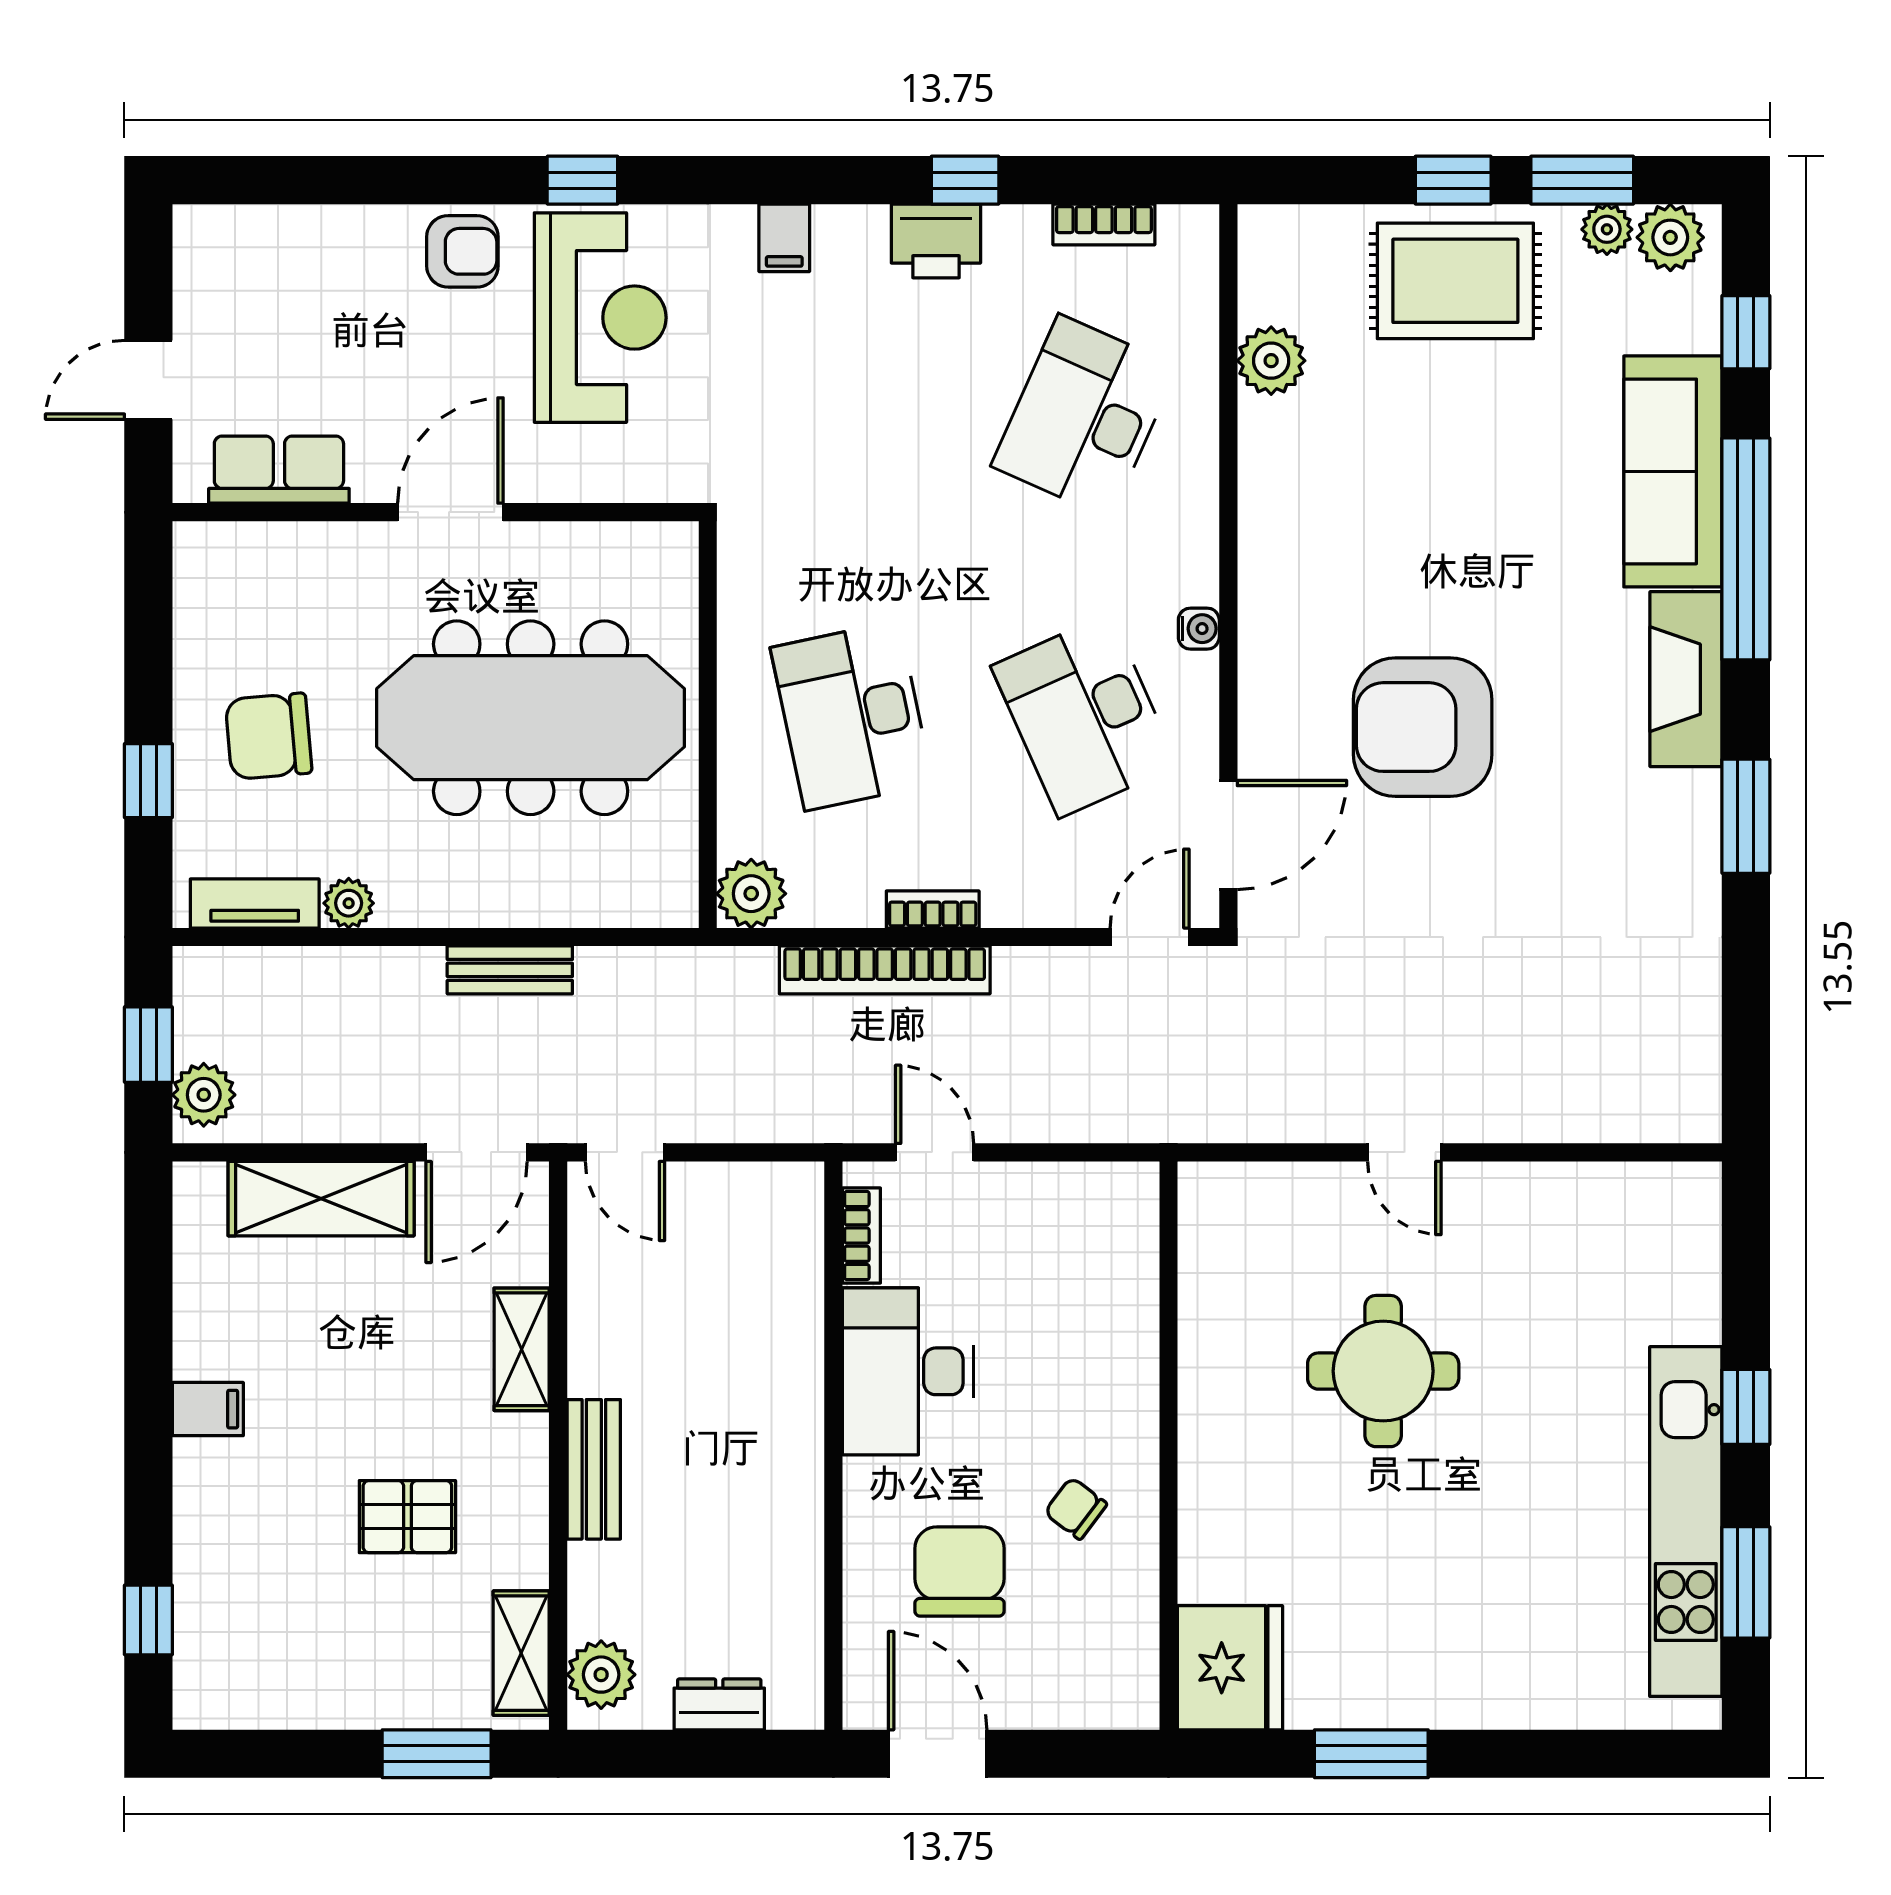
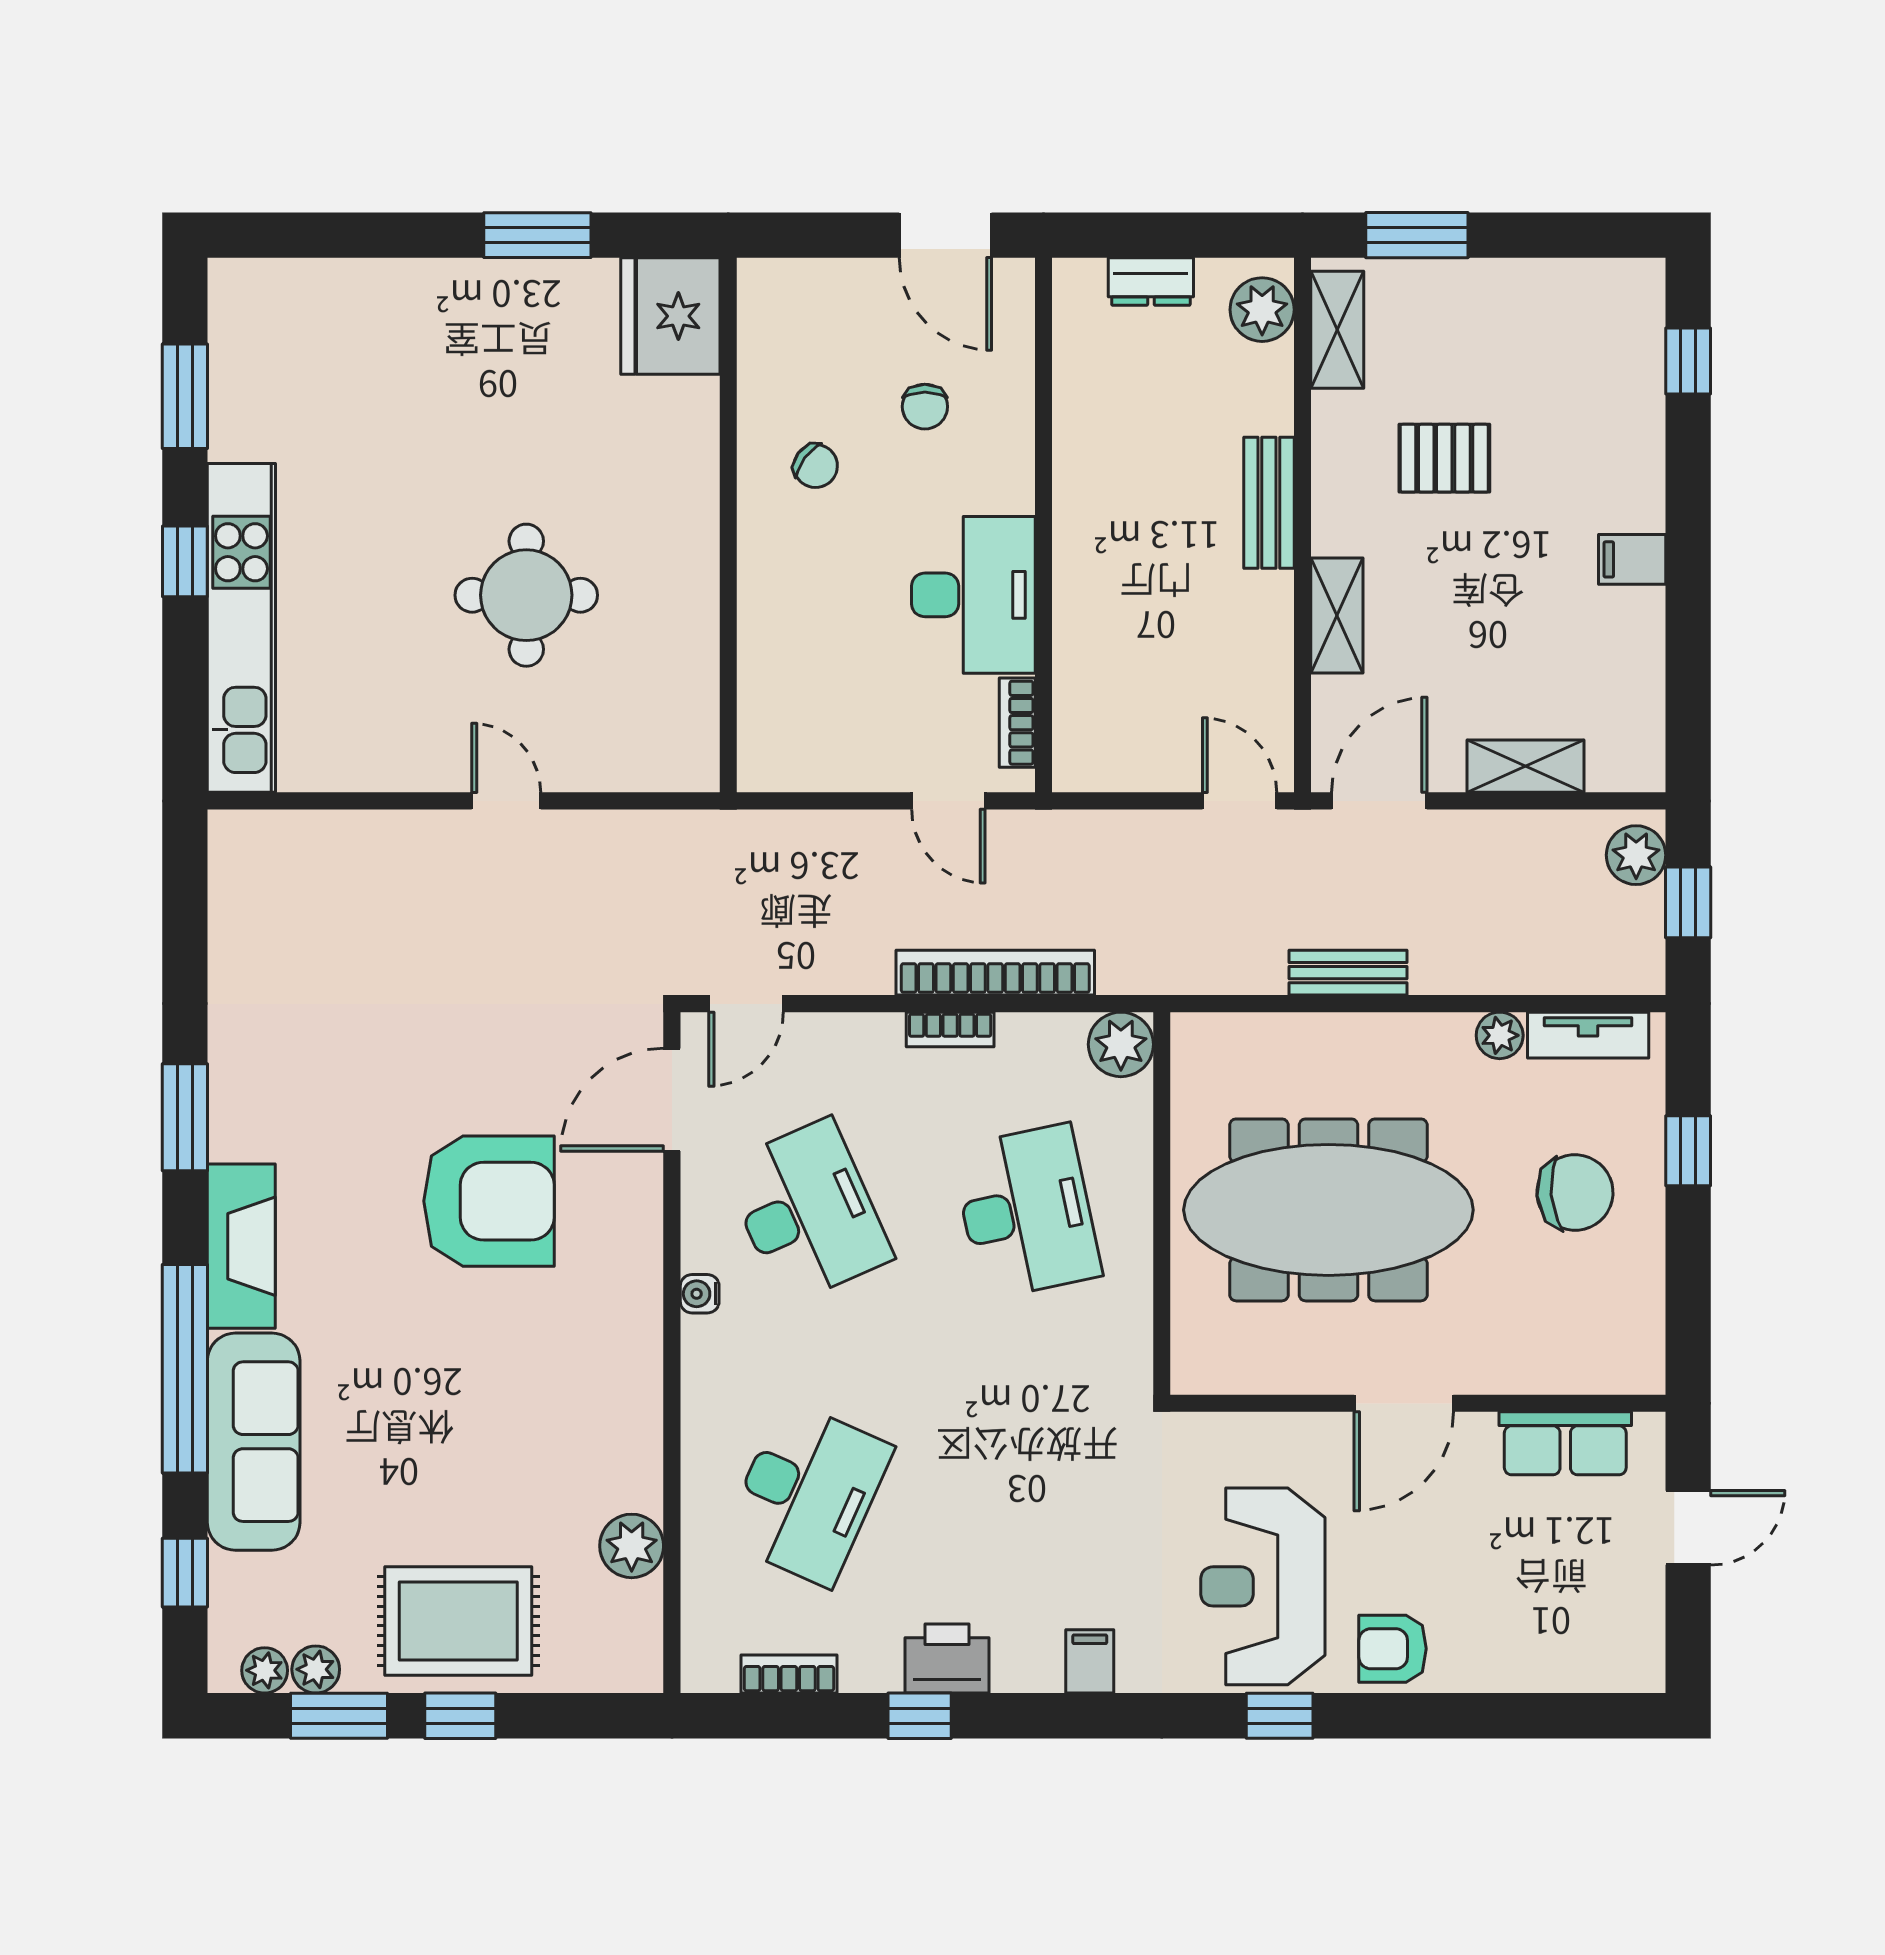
plant: (1670, 237) -> (265, 1670), width x0.73, depth x0.73
shelving: (321, 1199) -> (1526, 766), width x0.67, depth x0.75
kitchen unit: (1686, 1522) -> (241, 628), moved
chair: (959, 1572) -> (925, 407), width x0.54, depth x0.54

